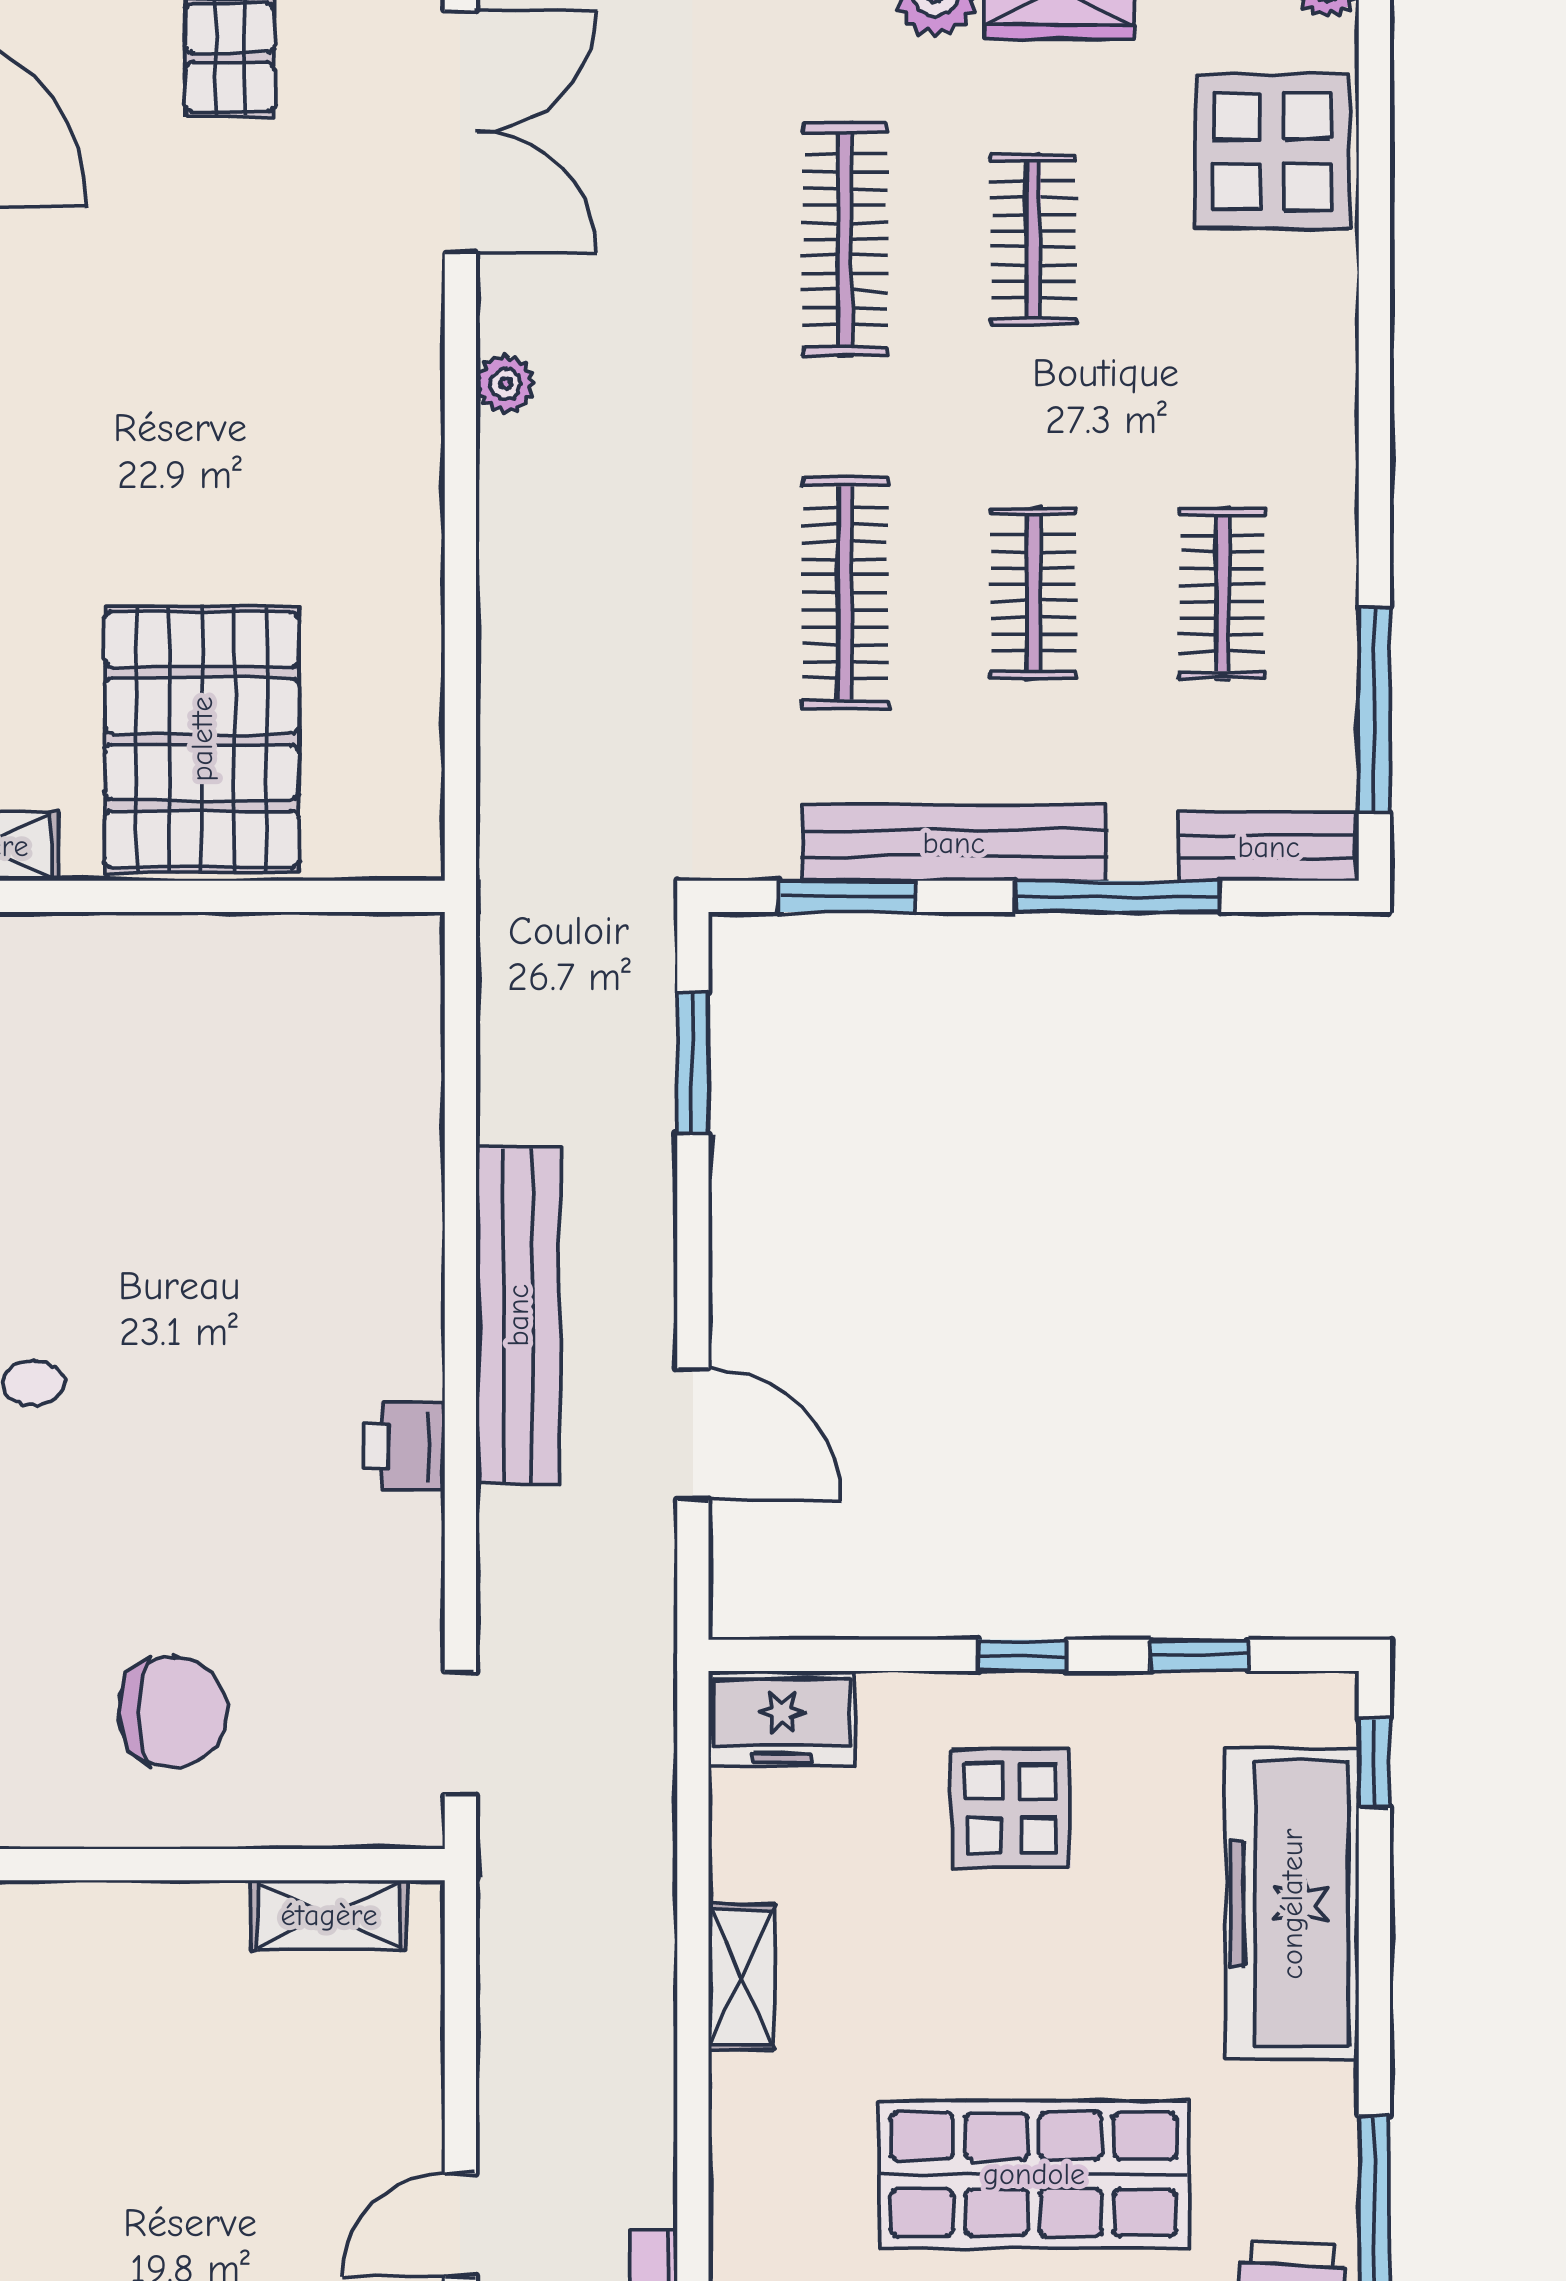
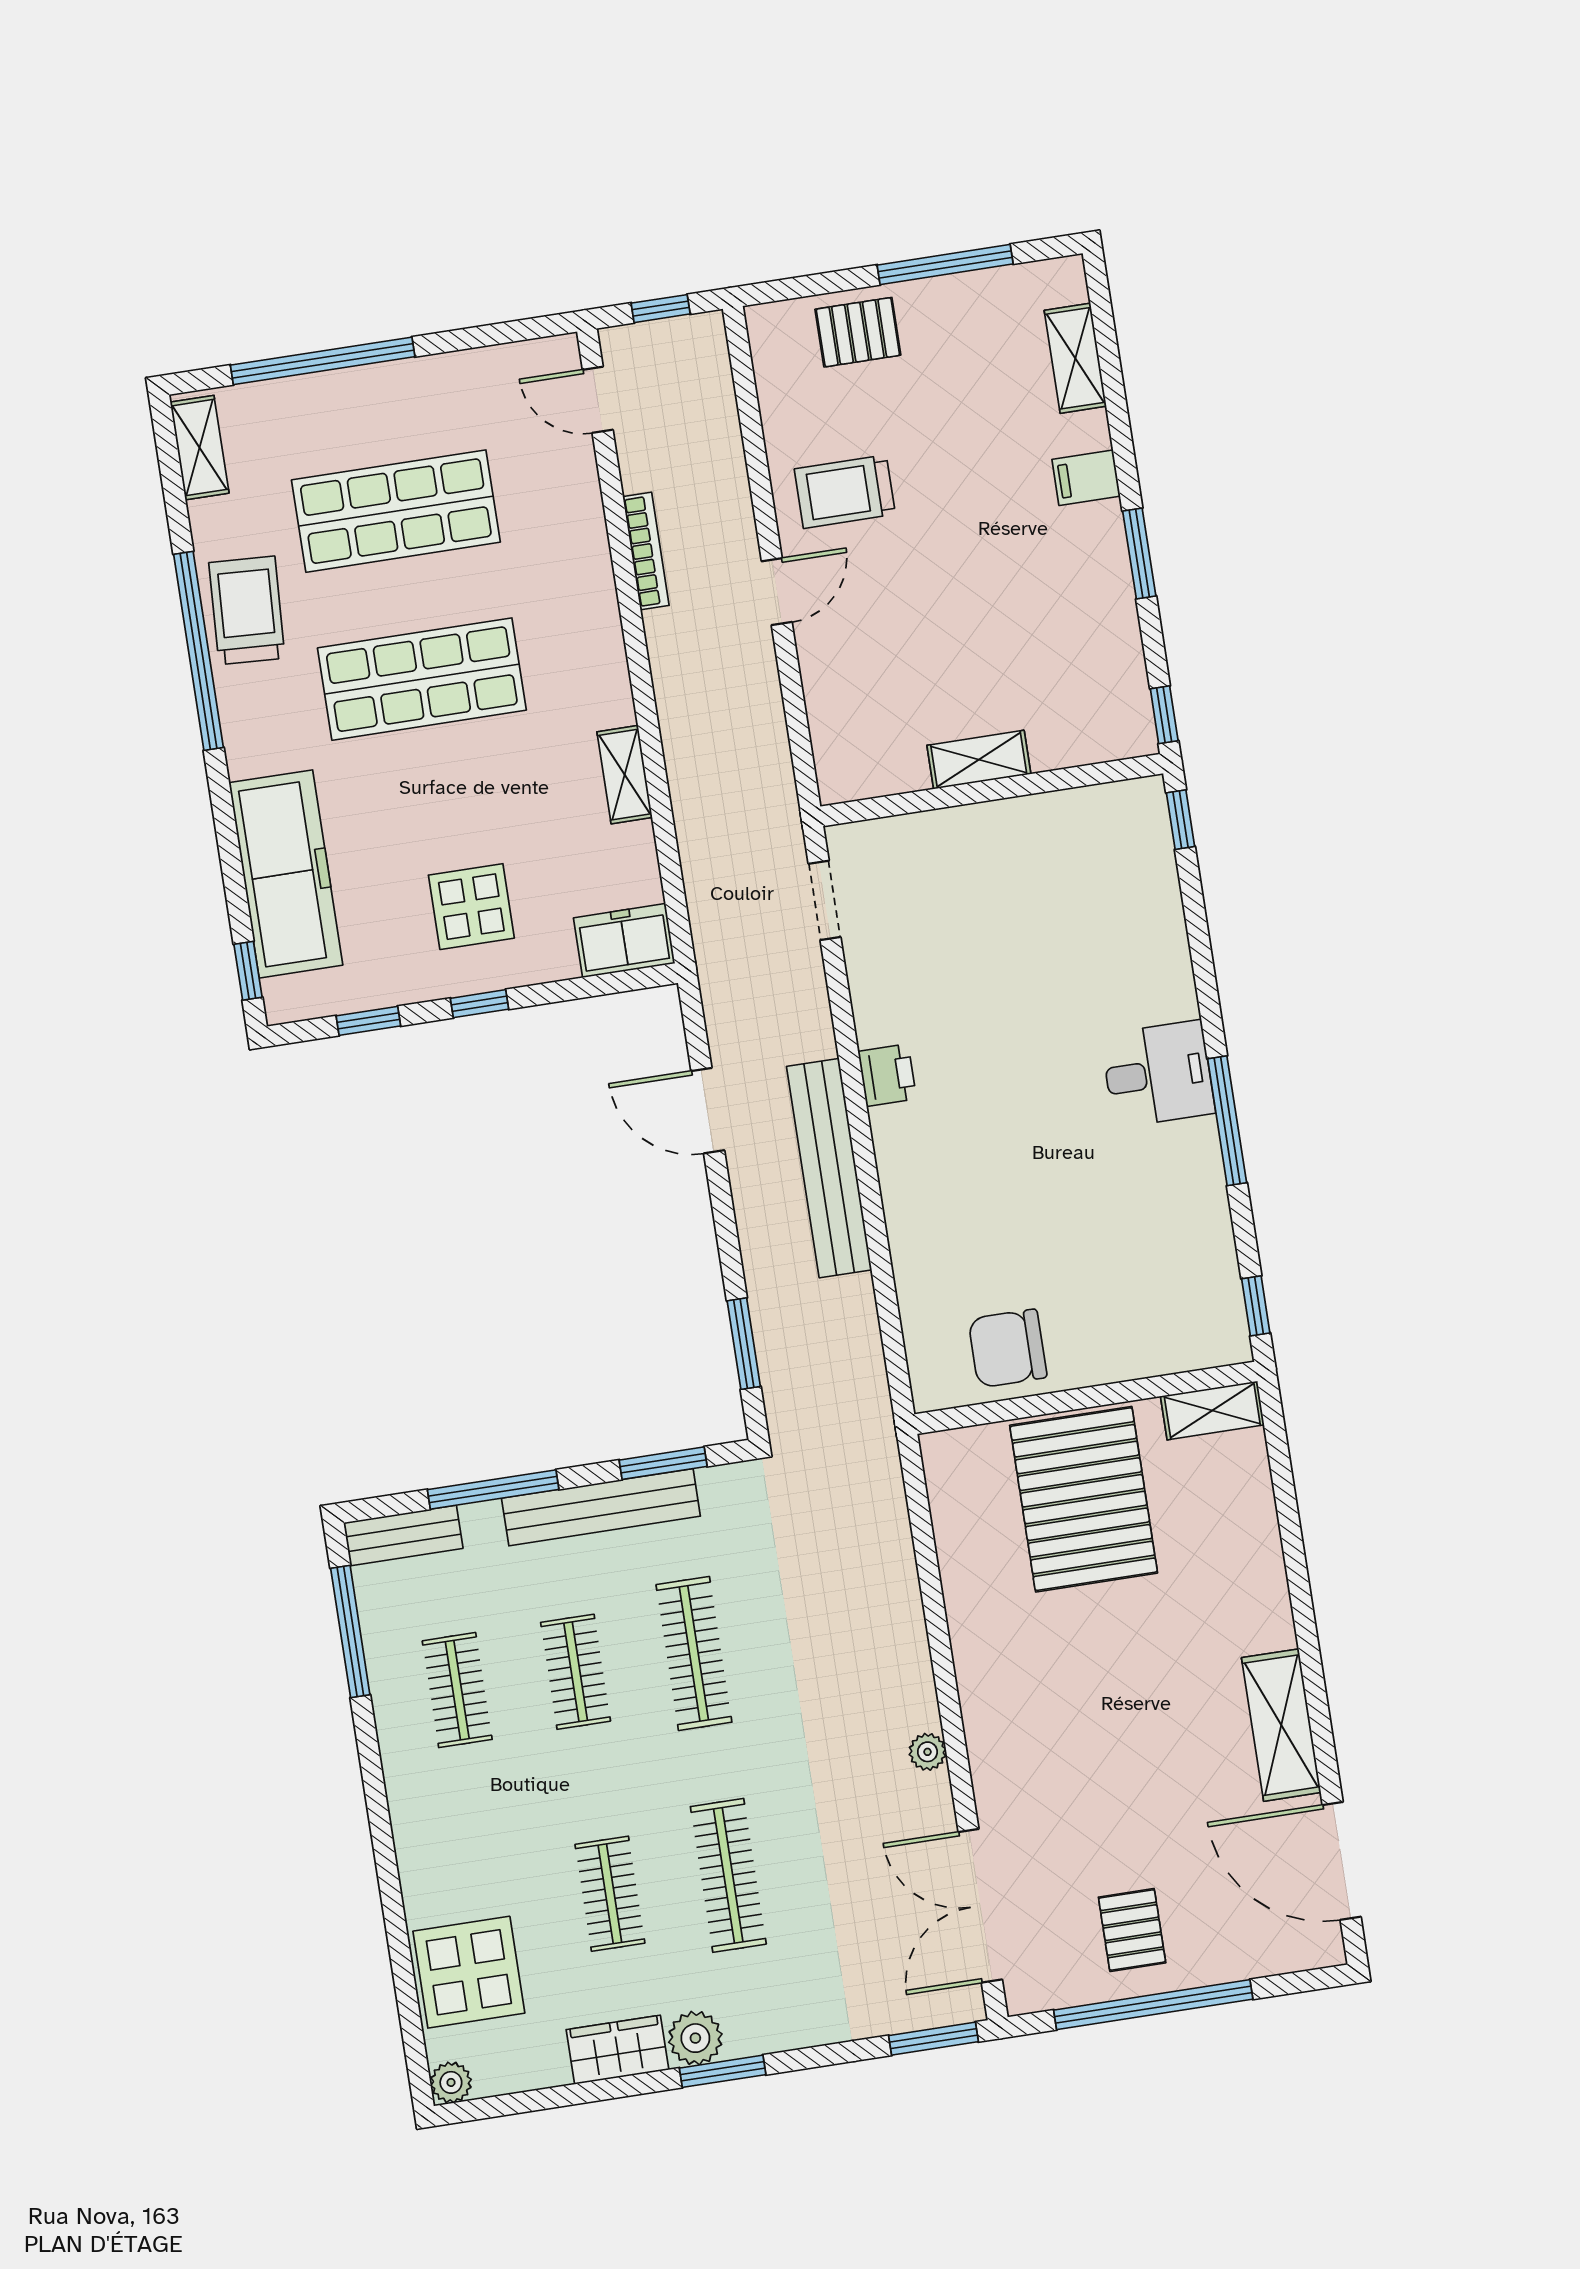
chair: (173, 1712) -> (1008, 1348), moved
shelving: (329, 1915) -> (979, 760), moved

